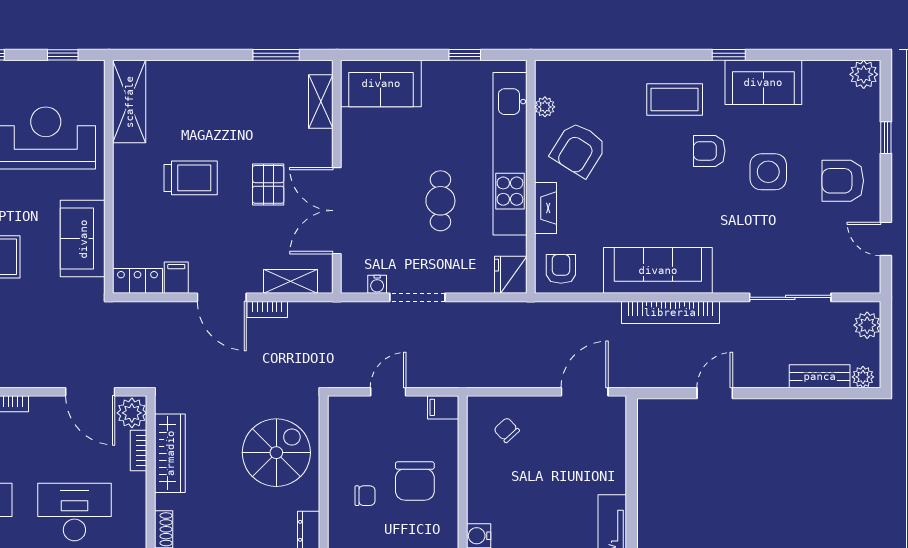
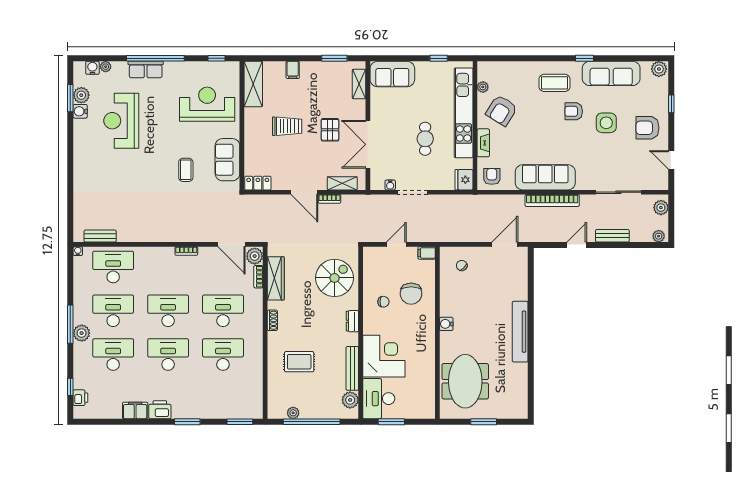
sofa: (763, 82) -> (611, 73), width x1.36
filing cabinet: (176, 278) -> (293, 70), moved, turned 180
bench: (820, 376) -> (612, 236), moved

